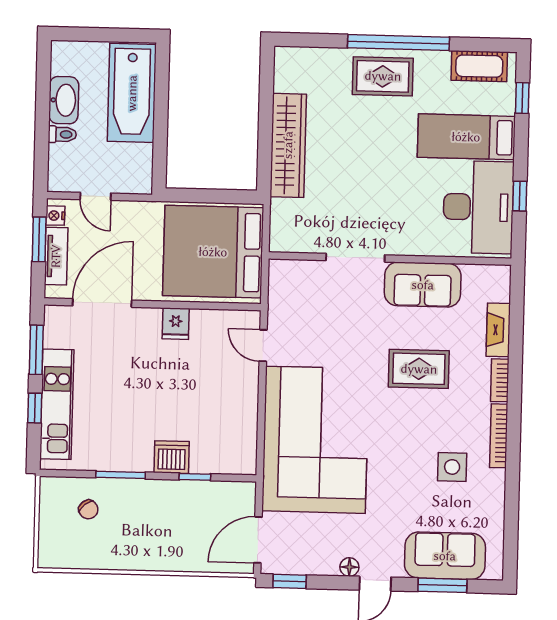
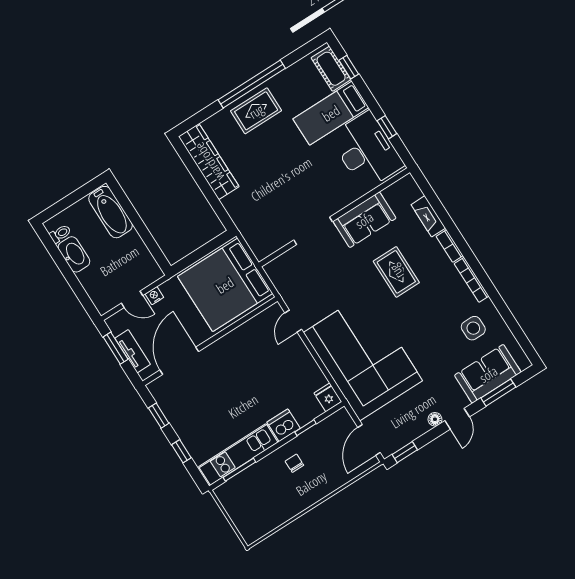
cot: (479, 66) -> (331, 69), moved, turned 90
bathtub: (132, 93) -> (111, 212), width x0.73, depth x0.73
toilet: (62, 134) -> (60, 234), moved
wardrobe: (288, 145) -> (209, 162), moved
nightstand: (55, 216) -> (154, 296), moved, turned 90
fridge: (176, 324) -> (328, 397), moved, turned 180
door: (263, 346) -> (293, 321), hinge flipped
window: (36, 350) -> (159, 416), width x0.67
rug: (419, 369) -> (396, 272), turned 90
kitchen unit: (57, 404) -> (238, 454), moved, turned -90
side table: (452, 467) -> (473, 328), moved
window: (121, 475) -> (239, 470), moved
chair: (88, 509) -> (294, 463), moved, turned -141

